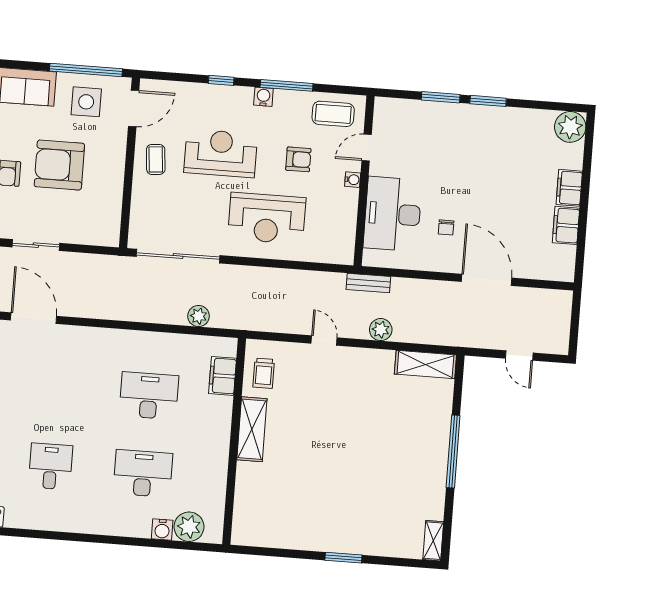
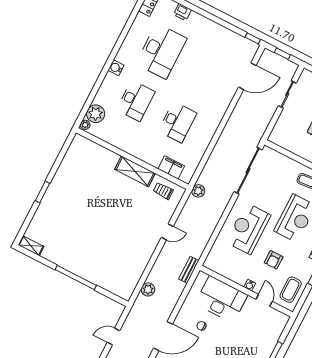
plant: (199, 316) -> (198, 191), moved
plant: (381, 330) -> (148, 289), moved
shelving: (425, 364) -> (130, 282), removed
desk: (50, 466) -> (161, 51), width x1.87, depth x1.30
water cooler: (162, 529) -> (116, 68), moved
plant: (213, 536) -> (85, 125), added

